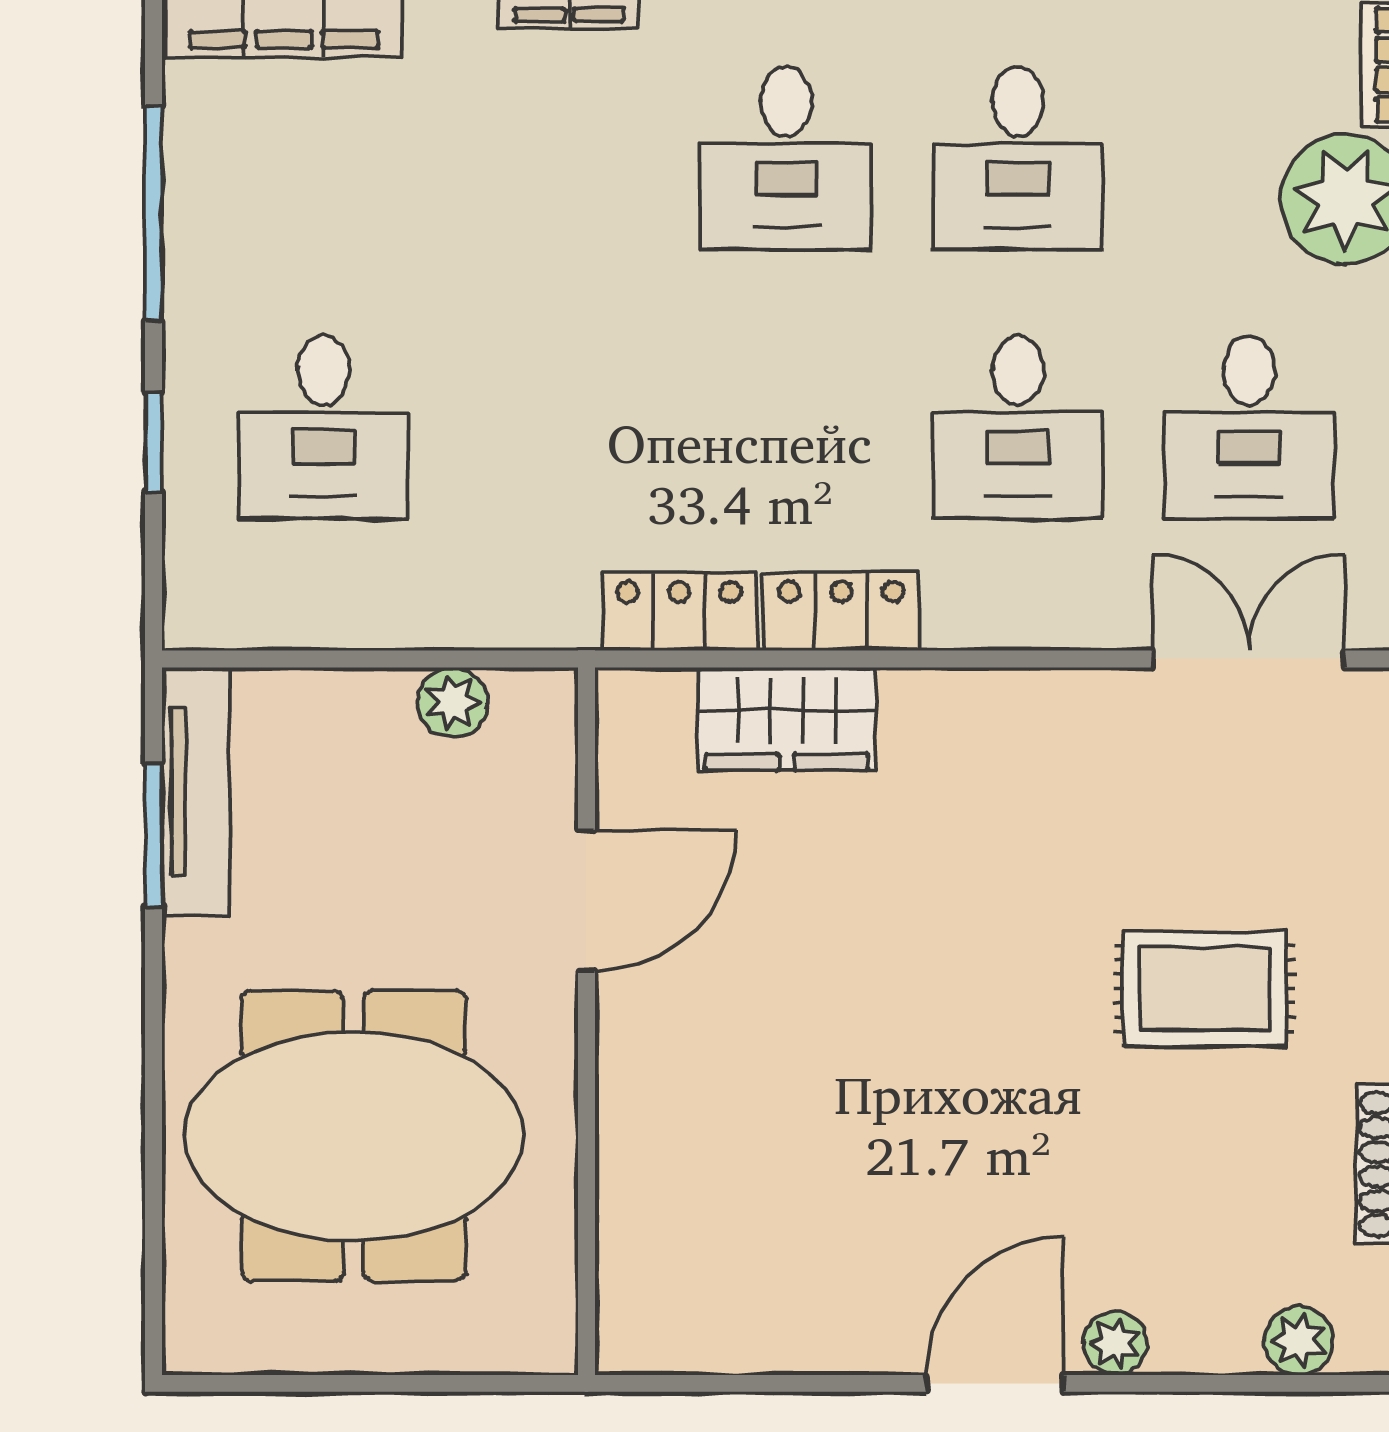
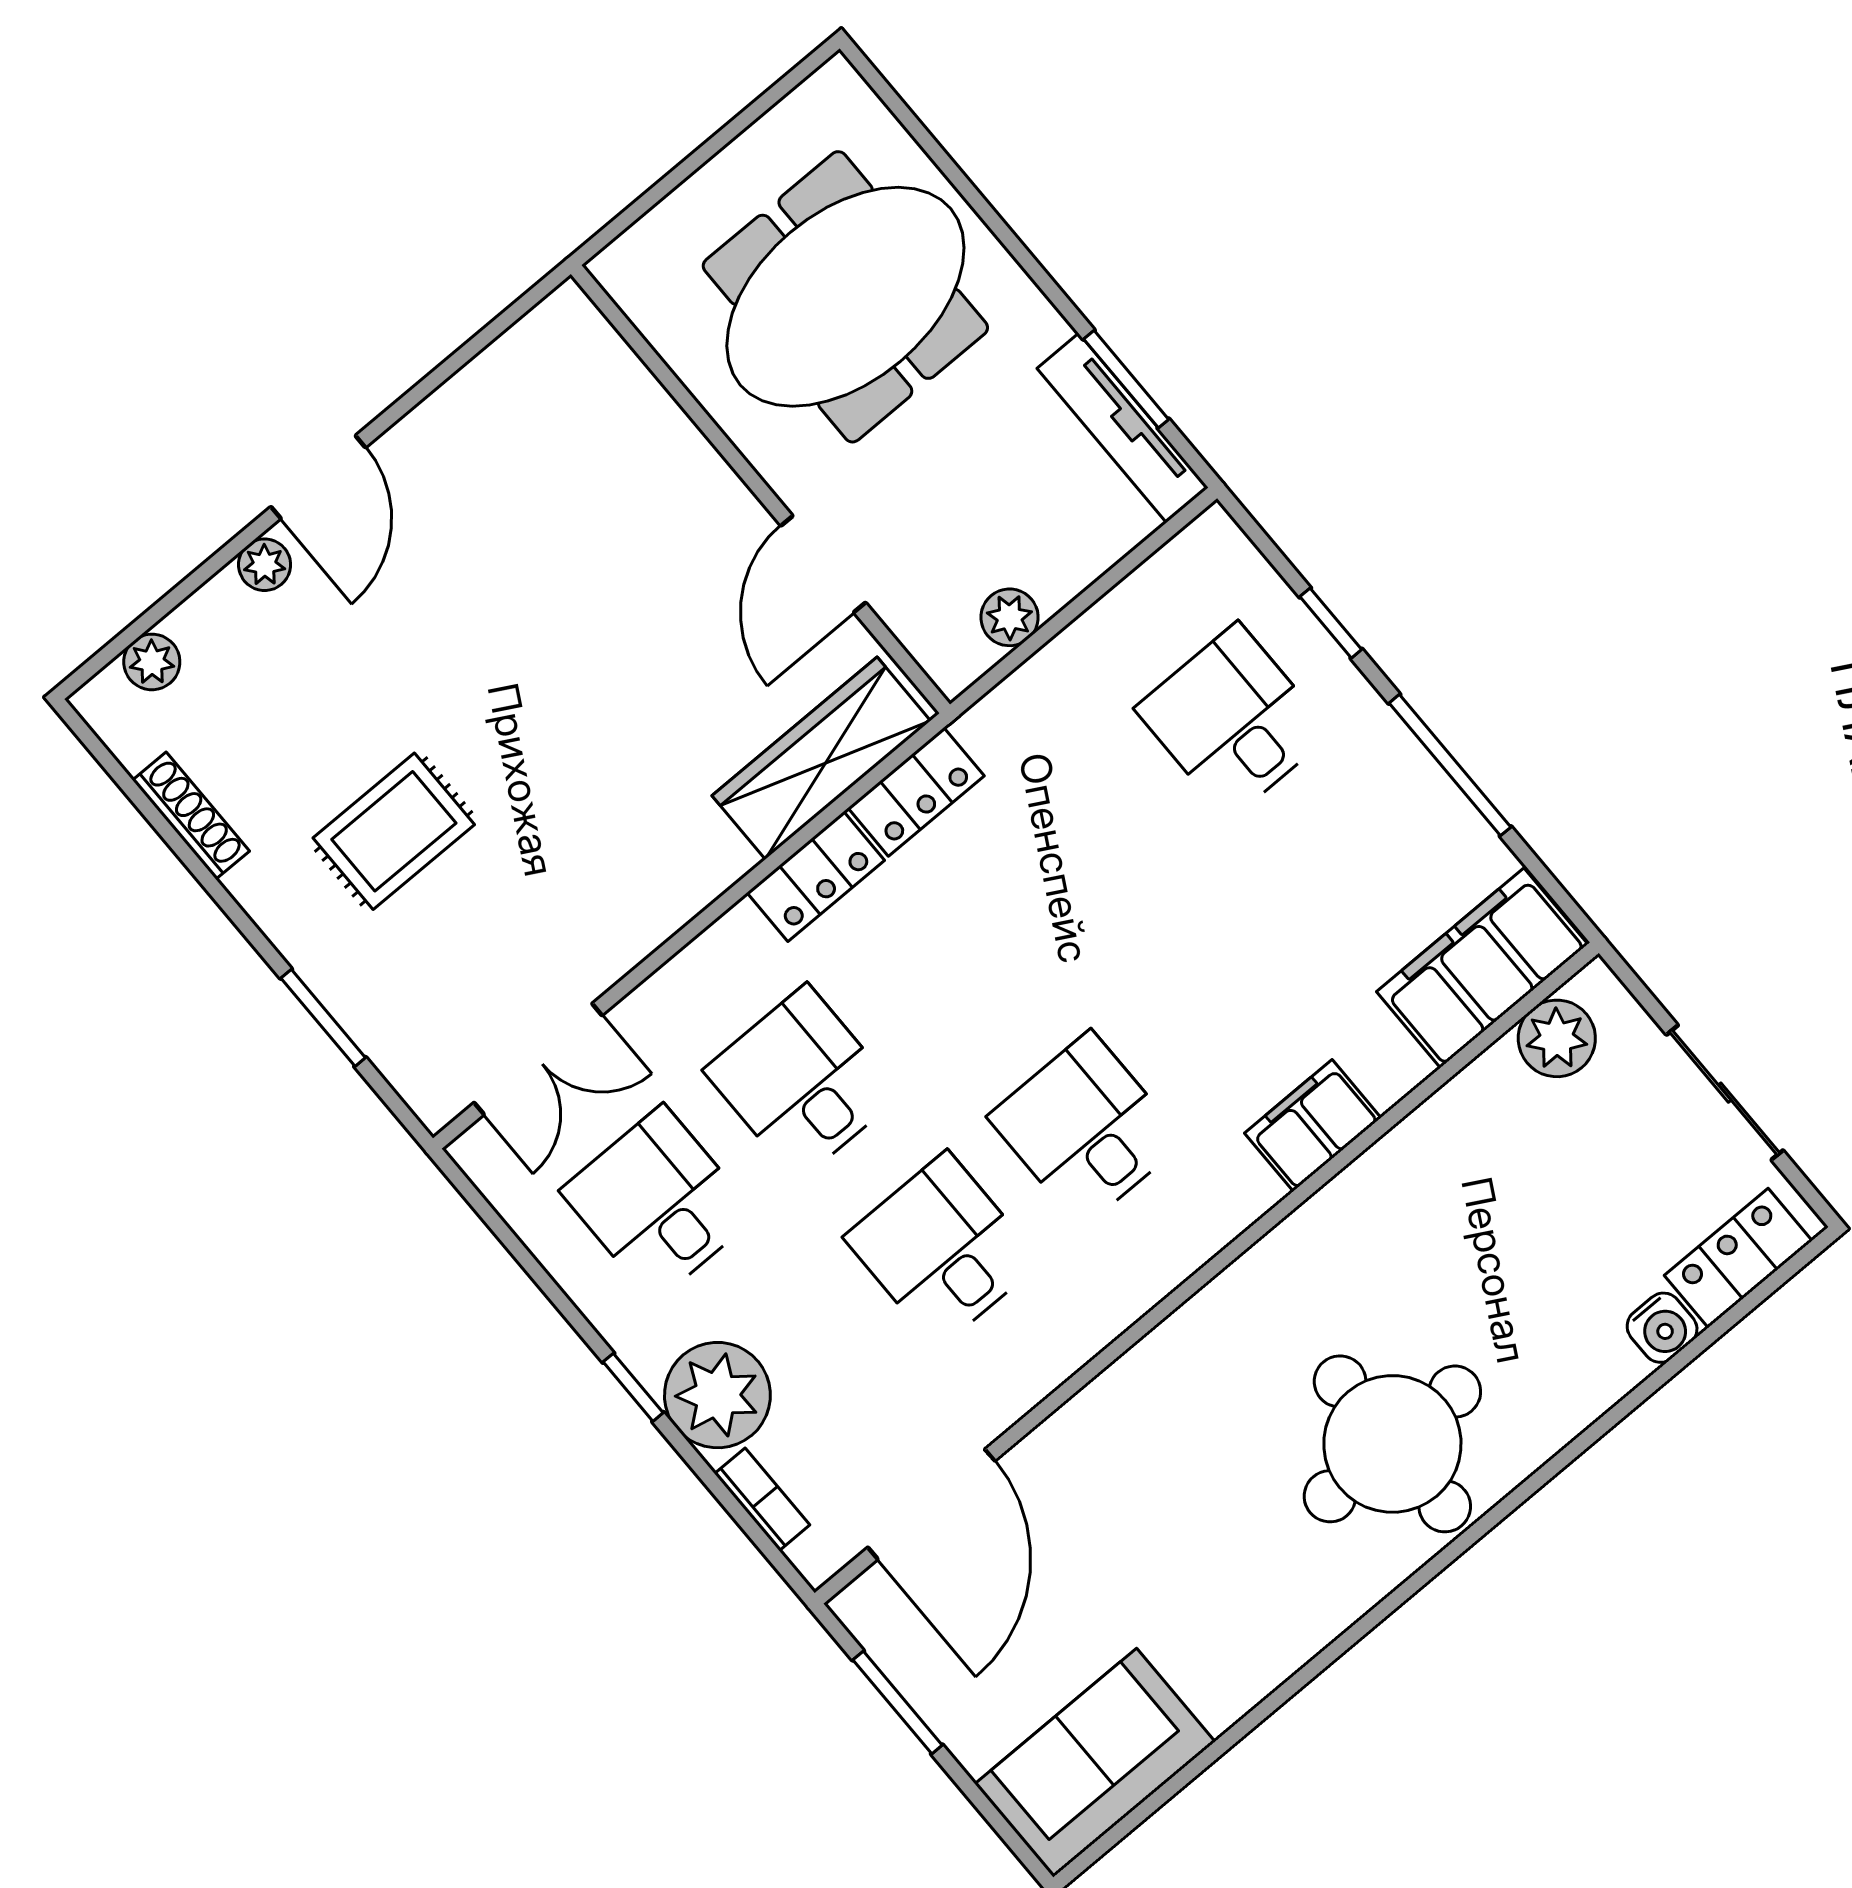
wardrobe: (787, 719) -> (821, 758), width x1.50

